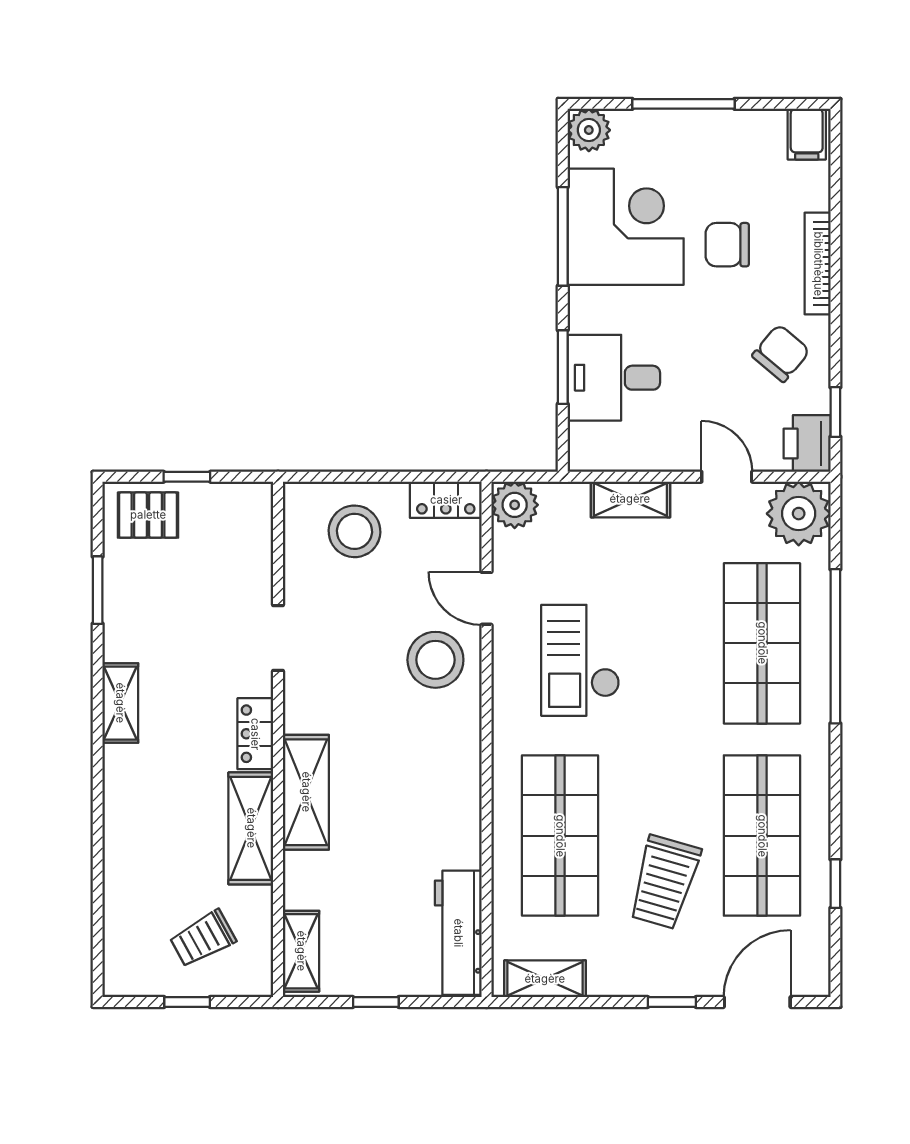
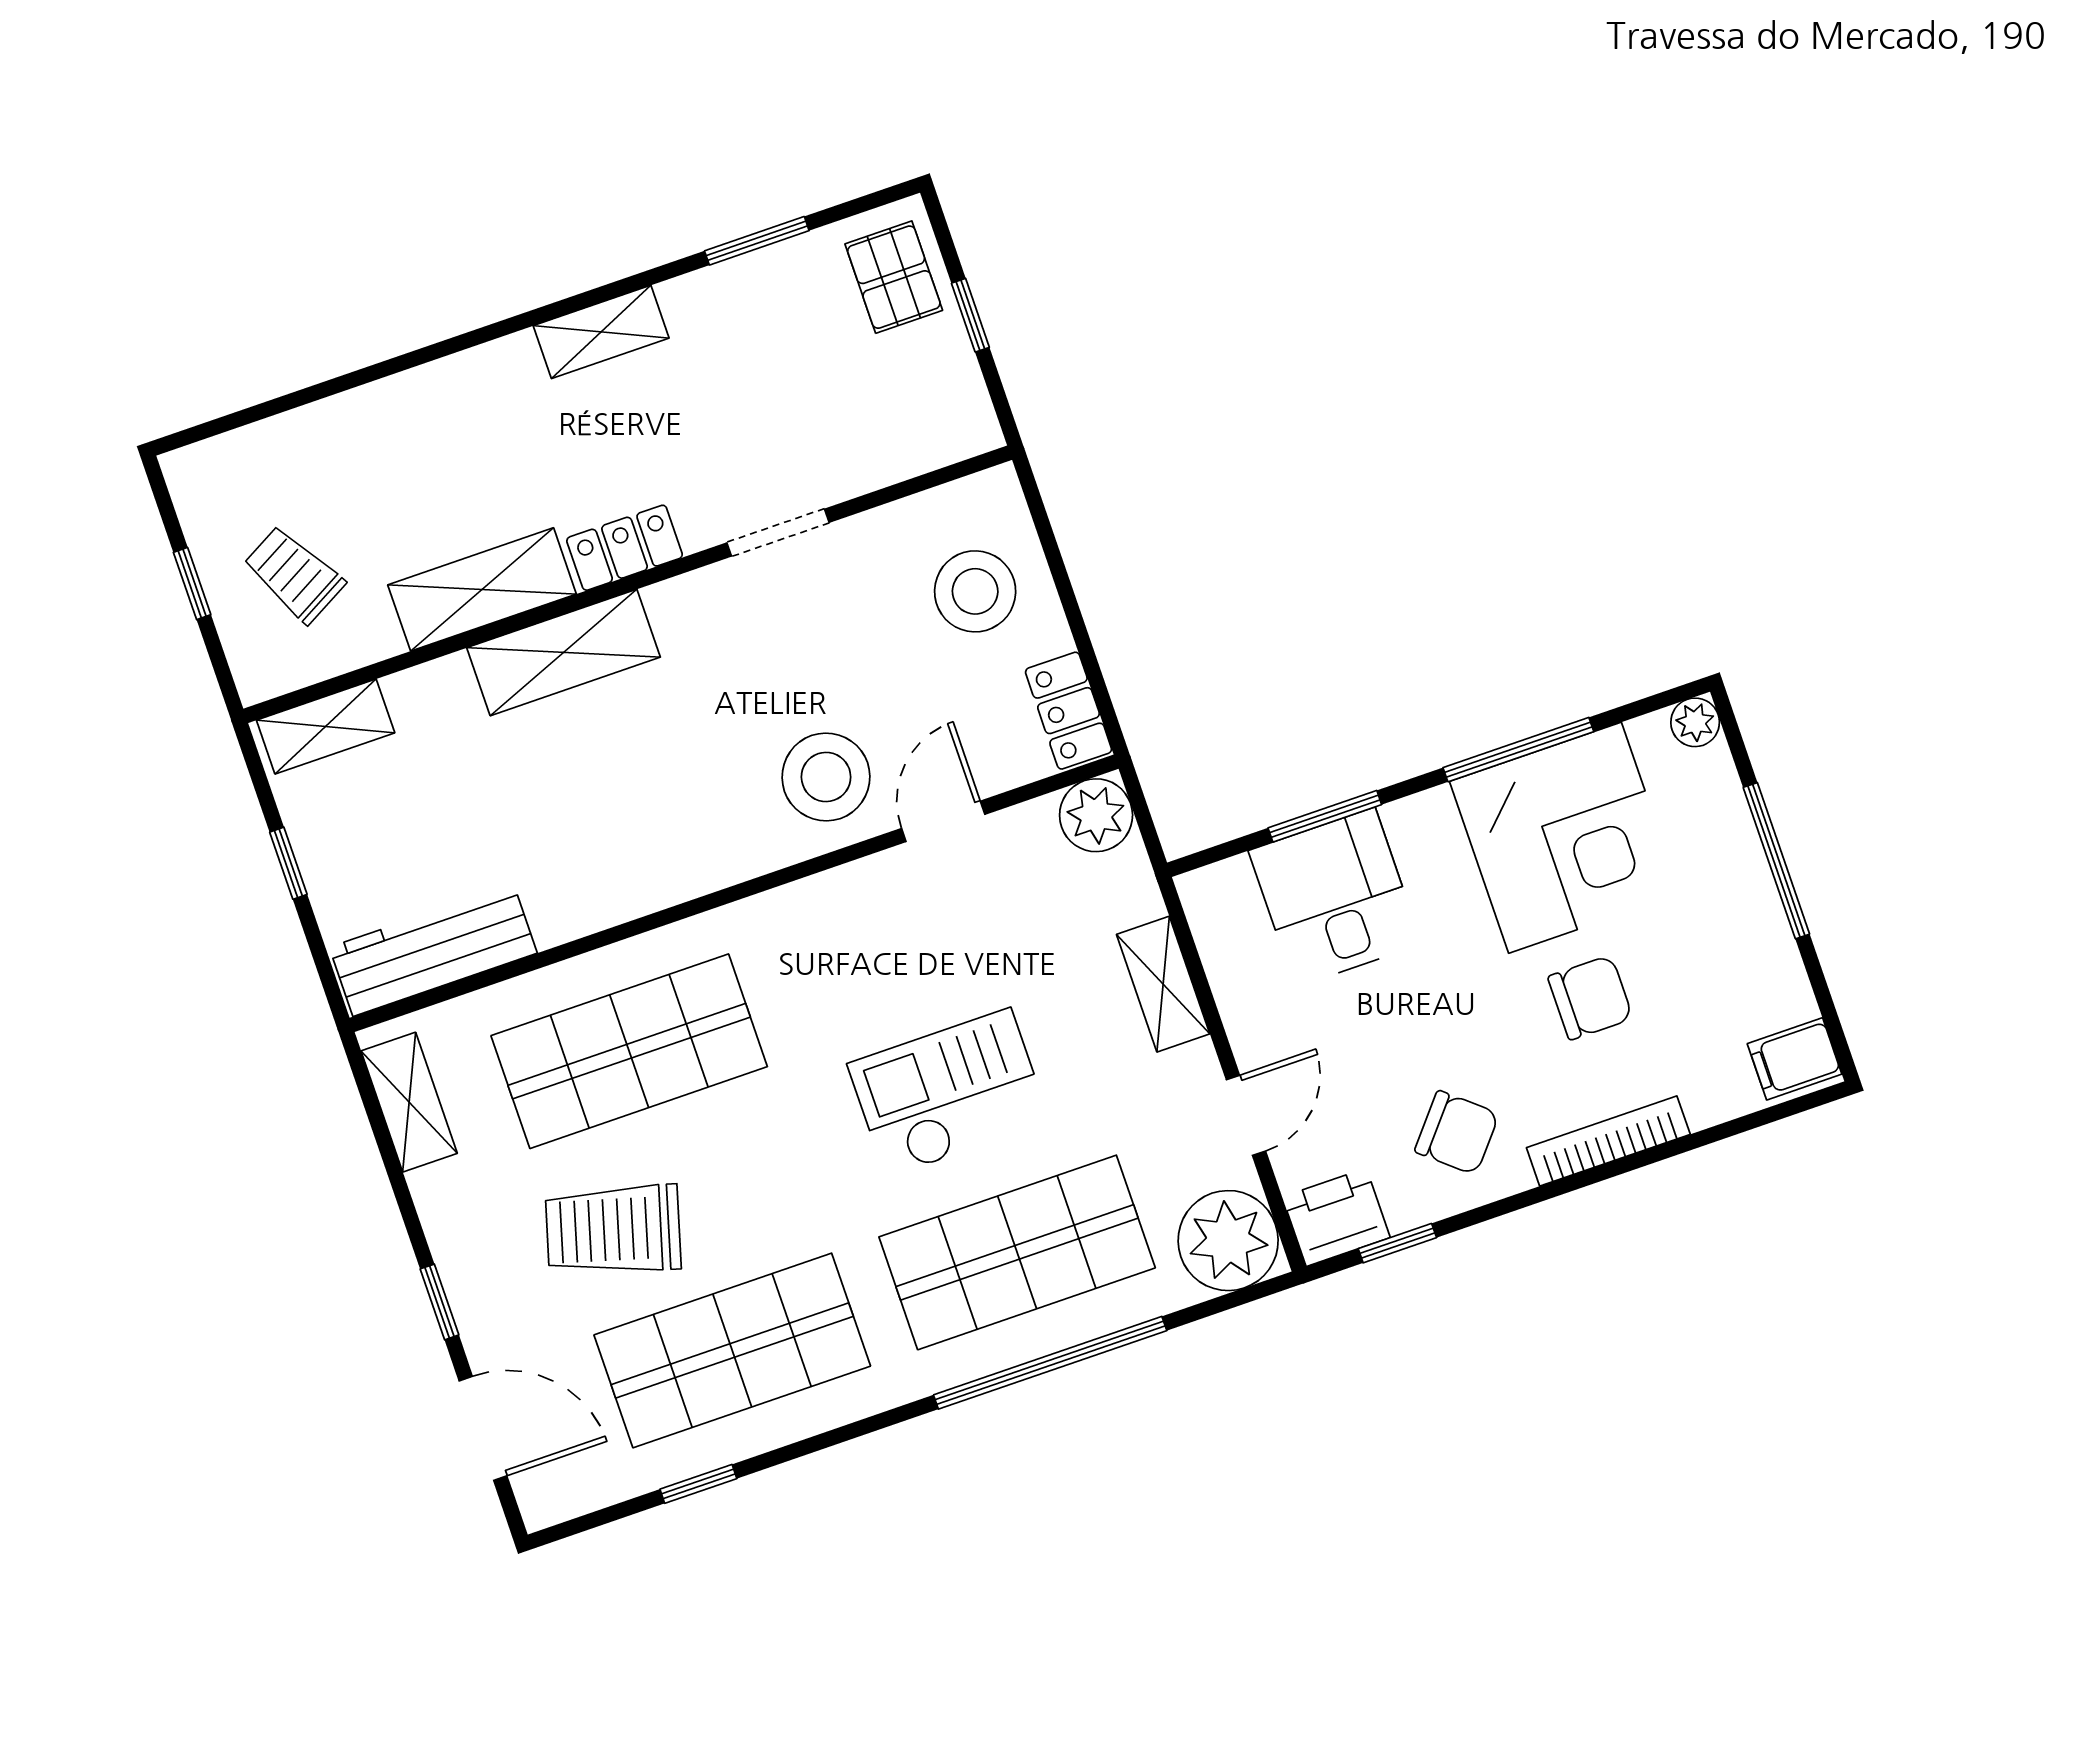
plant: (589, 130) -> (1695, 722), width x0.73, depth x0.73
chair: (727, 245) -> (1590, 998), turned 90
checkout: (580, 660) -> (949, 1093), moved

